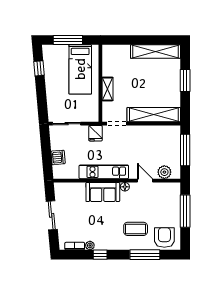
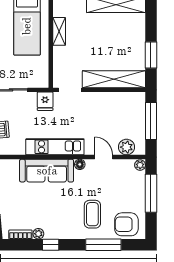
window: (185, 81) -> (151, 55), moved
shelving: (107, 89) -> (59, 31), moved
plant: (176, 187) -> (140, 165), added
sofa: (103, 192) -> (47, 171), width x1.36
coffee table: (136, 229) -> (92, 214), turned 90
armchair: (164, 237) -> (126, 224), turned -90

